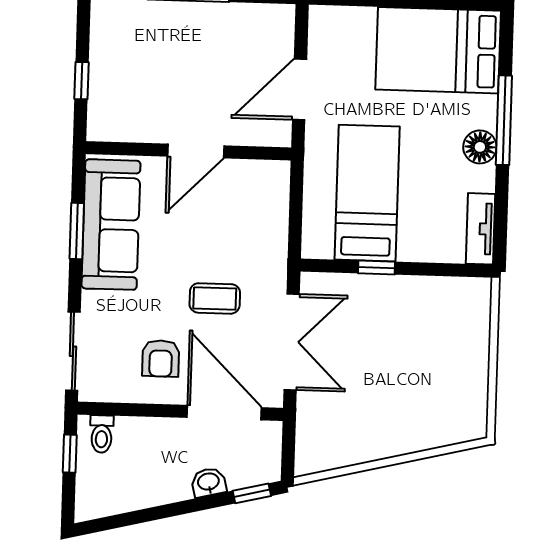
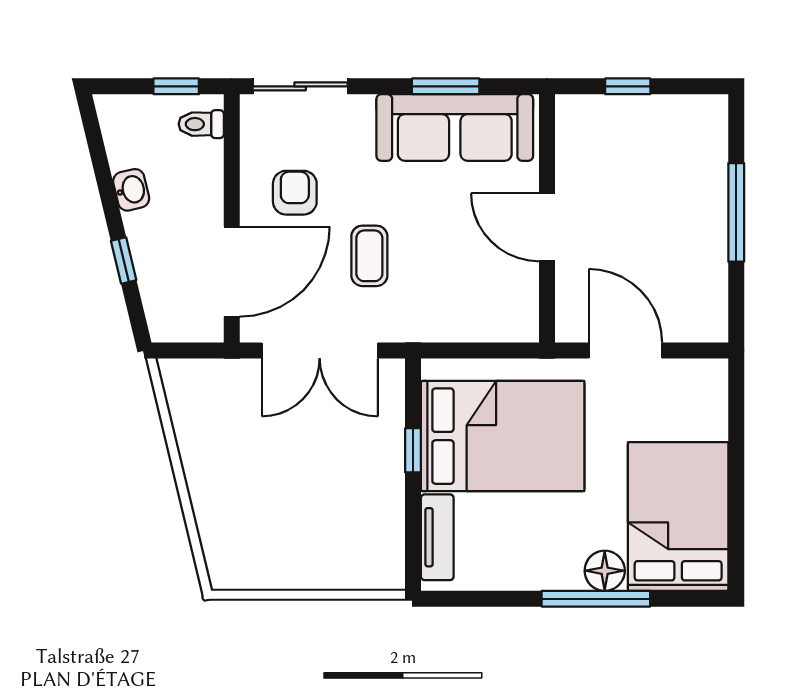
floor lamp: (480, 147) -> (605, 571), moved
bed: (367, 193) -> (503, 436), width x1.50
tv unit: (480, 229) -> (437, 537), moved, turned 90
armchair: (161, 358) -> (295, 193), turned 90
washbasin: (209, 482) -> (131, 190), moved
window: (252, 493) -> (124, 261), moved

